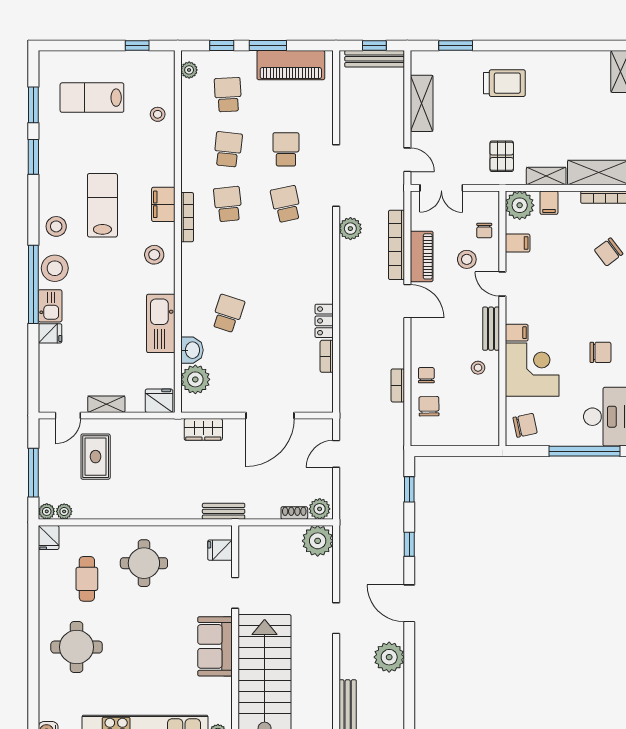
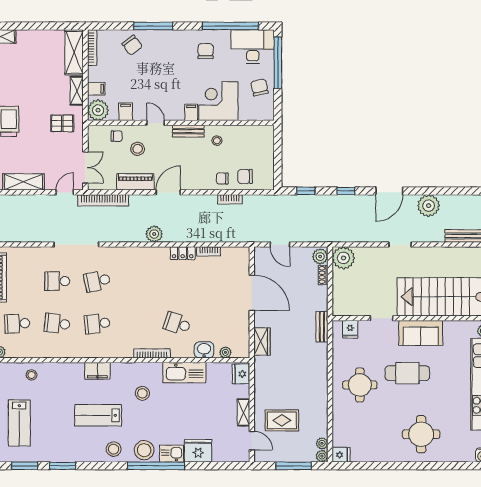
bookcase: (187, 217) -> (152, 353), moved
plant: (350, 229) -> (154, 234), moved
bookcase: (396, 245) -> (103, 200), moved
stool: (154, 255) -> (142, 393), moved
door: (502, 284) -> (156, 123), swing flipped
fridge: (50, 333) -> (198, 451), width x1.88, depth x1.34
plant: (195, 379) -> (225, 352), width x0.53, depth x0.53
chair: (525, 425) -> (259, 87), moved
cafe table: (87, 579) -> (407, 373), moved, width x1.37, depth x1.35

